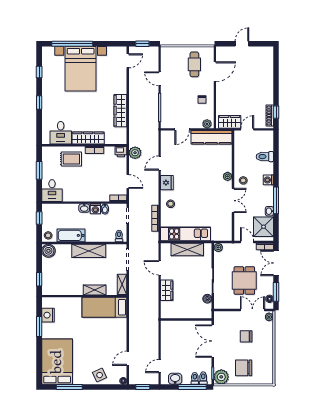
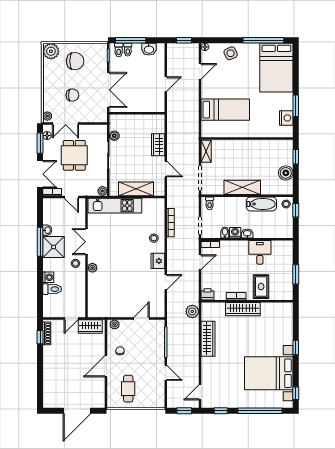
window: (109, 44) -> (221, 411), added
door: (242, 44) -> (77, 411), width x1.87
bed with nightstands: (81, 69) -> (269, 373), moved, turned -90
window: (39, 72) -> (296, 393), moved
door: (215, 72) -> (106, 366), moved
desk: (61, 133) -> (273, 315), removed
kitchen counter: (211, 137) -> (110, 310), removed
plant: (135, 153) -> (192, 311), moved
rug: (71, 159) -> (261, 287), turned 90
washing machine: (268, 180) -> (48, 277), moved
door: (128, 181) -> (200, 262), swing flipped
desk: (52, 191) -> (260, 252), moved
window: (39, 218) -> (296, 210), moved
shower: (264, 227) -> (54, 247), moved
kitchen unit: (186, 234) -> (115, 206), moved
boiler: (48, 251) -> (286, 173), moved
shelving: (95, 290) -> (236, 145), removed
bed: (104, 307) -> (225, 110), moved
door: (160, 366) -> (166, 84), moved
plant: (221, 377) -> (51, 51), moved
window: (69, 387) -> (263, 40), width x1.46

